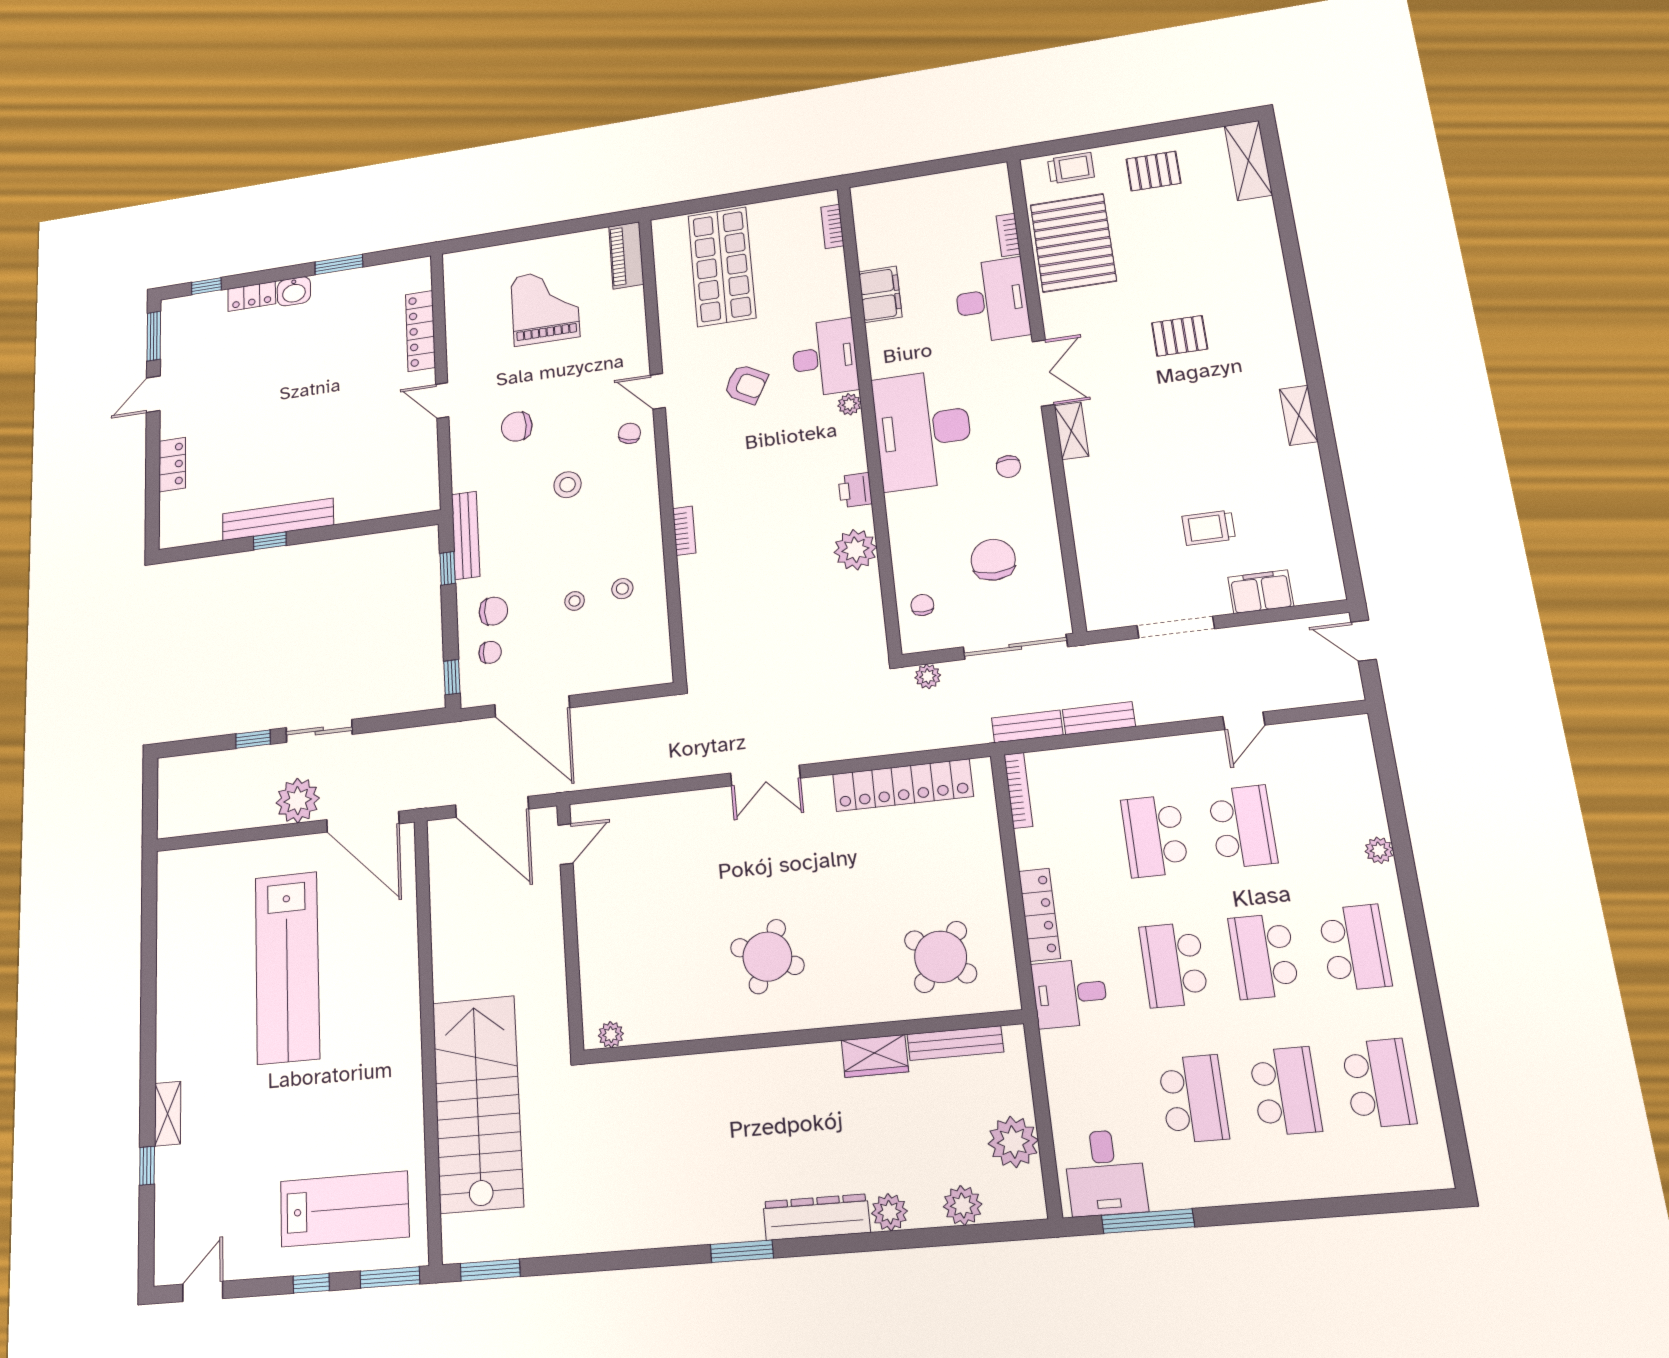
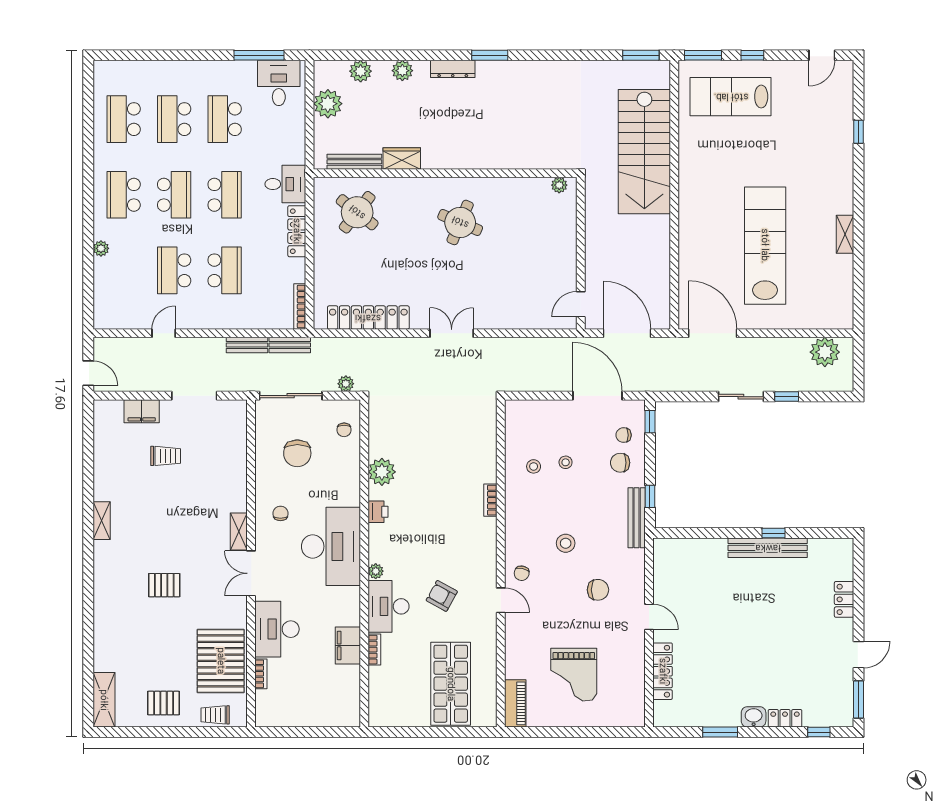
bookcase: (832, 226) -> (374, 650), moved
plant: (298, 801) -> (825, 352), moved
shelving: (168, 1114) -> (845, 234), moved
dresser: (816, 1217) -> (453, 69), width x0.73, depth x0.80

